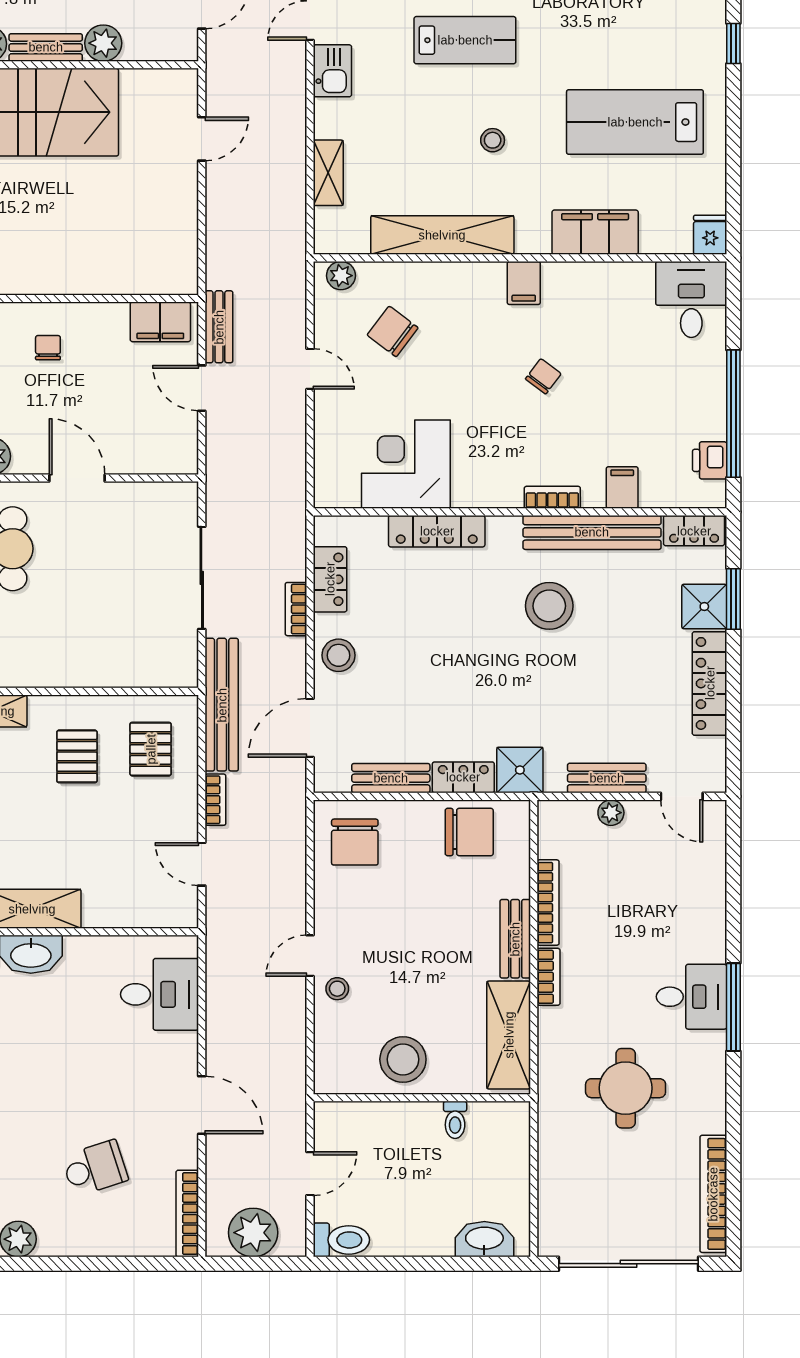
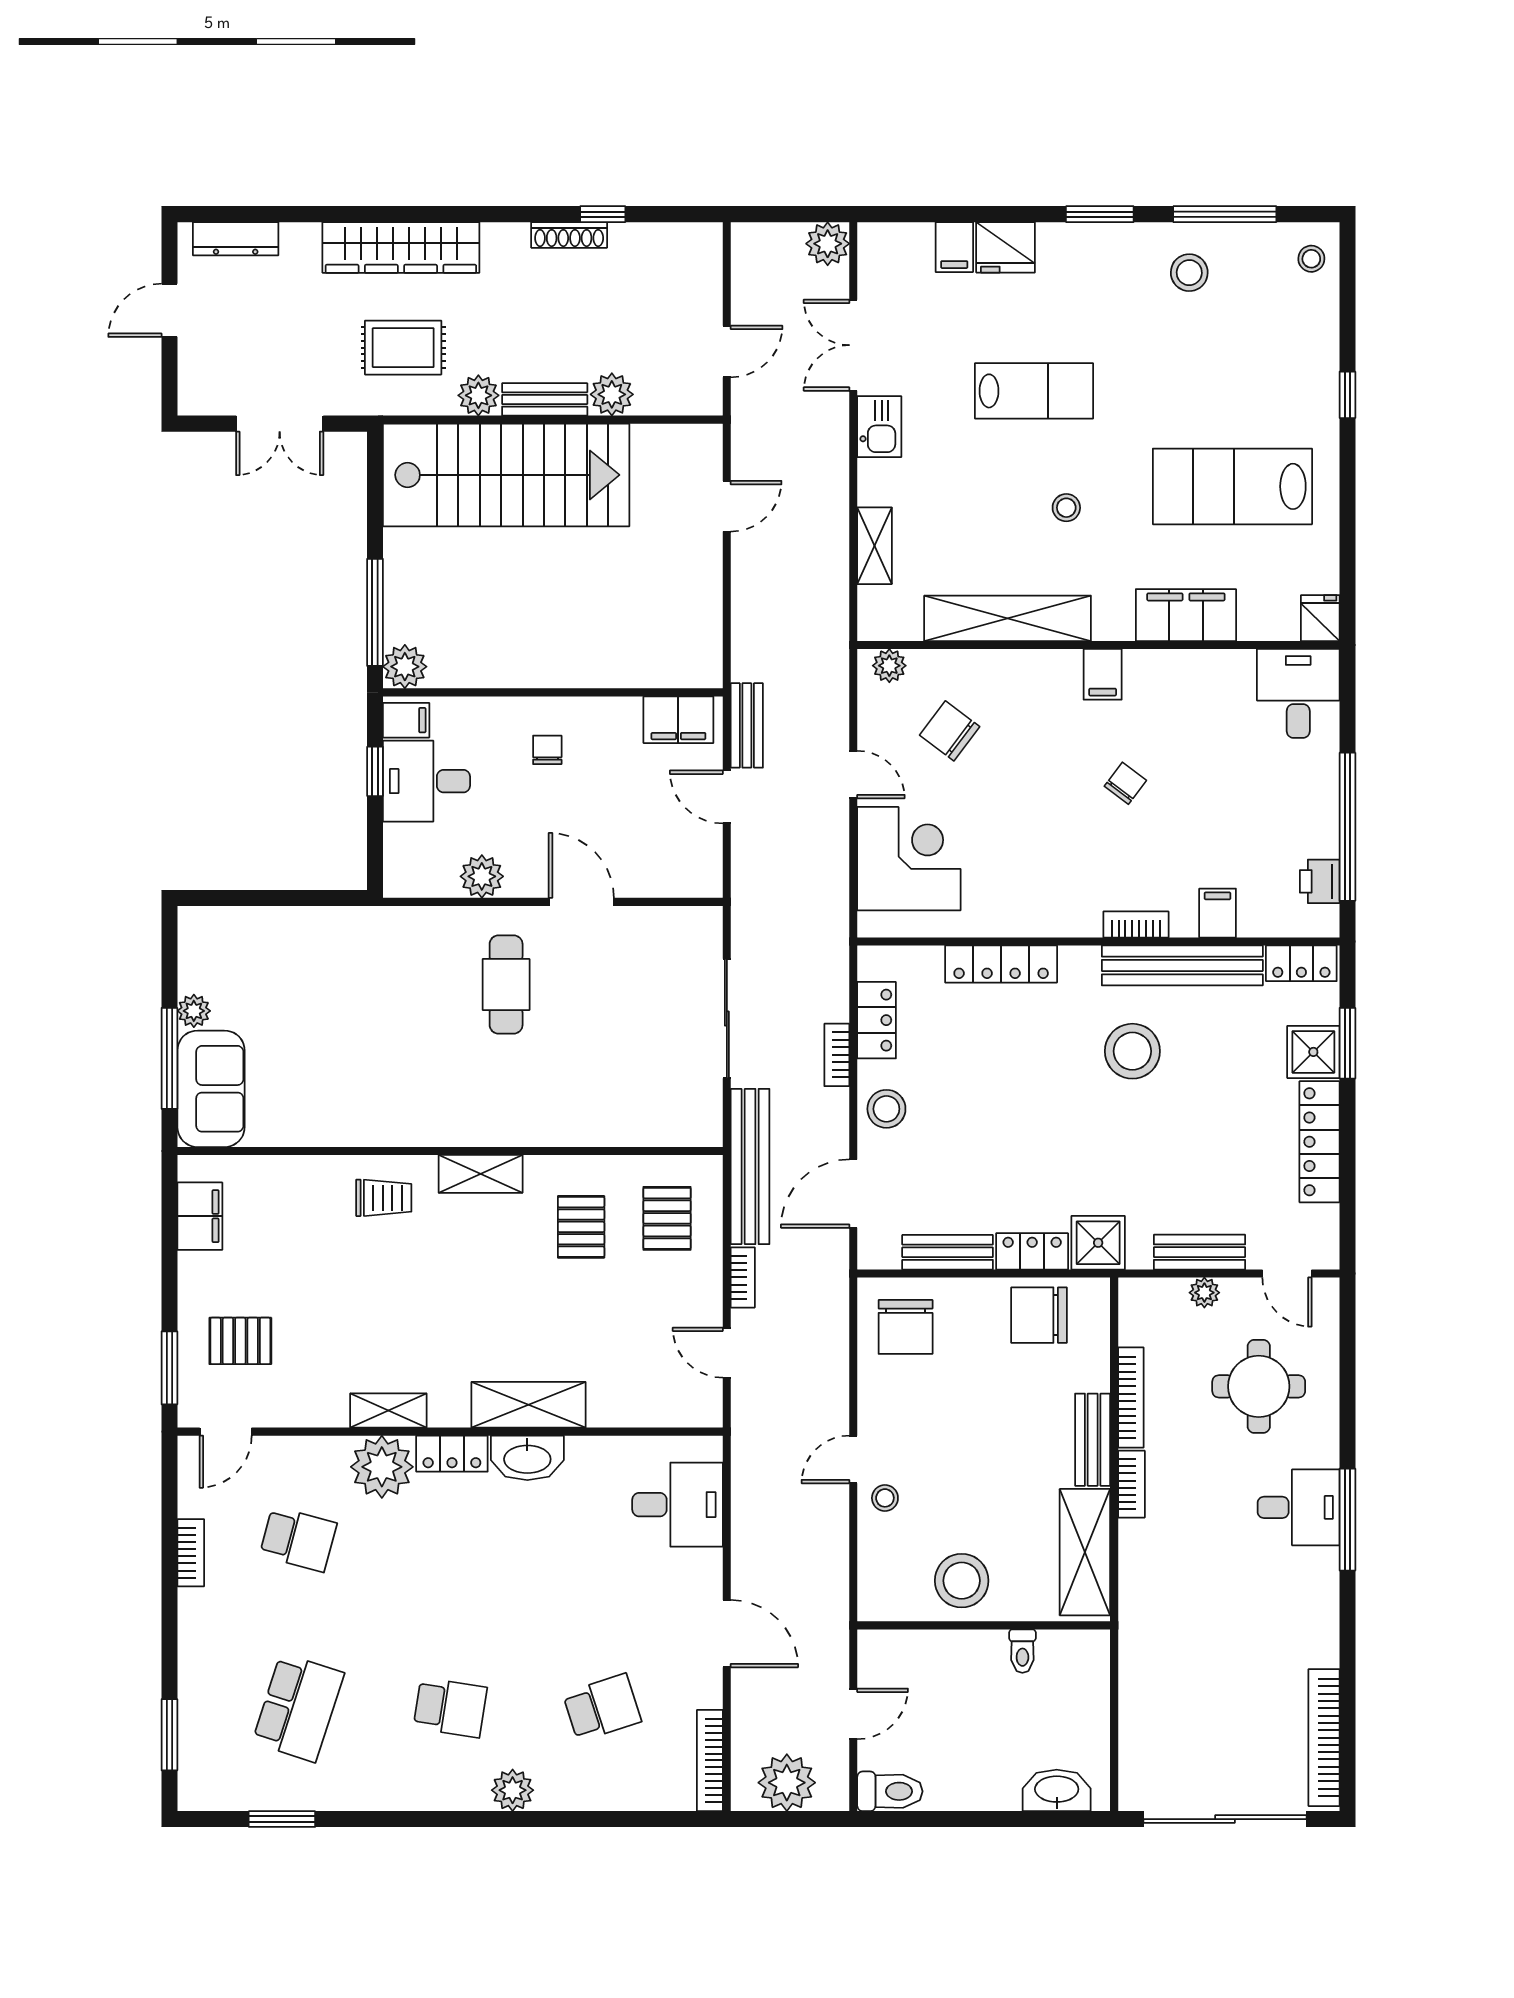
corner desk: (406, 464) -> (909, 859), moved, turned 90
chair: (469, 832) -> (1039, 1315), turned 180
round table: (626, 1088) -> (1259, 1386), moved

